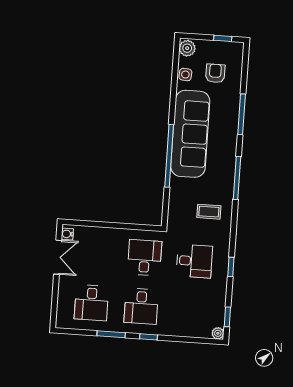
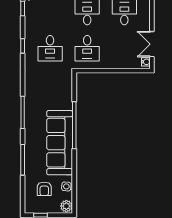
coffee table: (209, 212) -> (42, 86), removed
desk: (194, 261) -> (50, 48), turned -90

